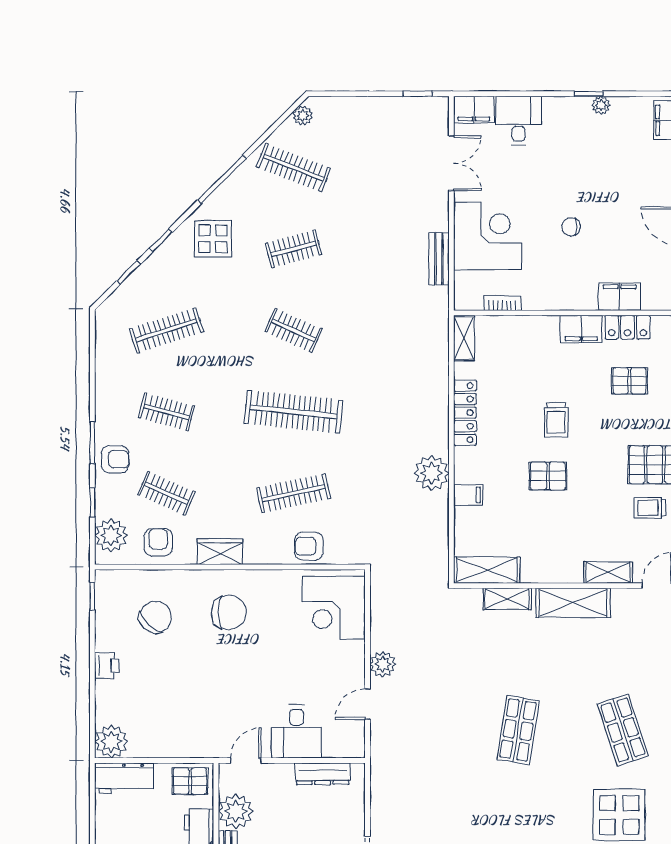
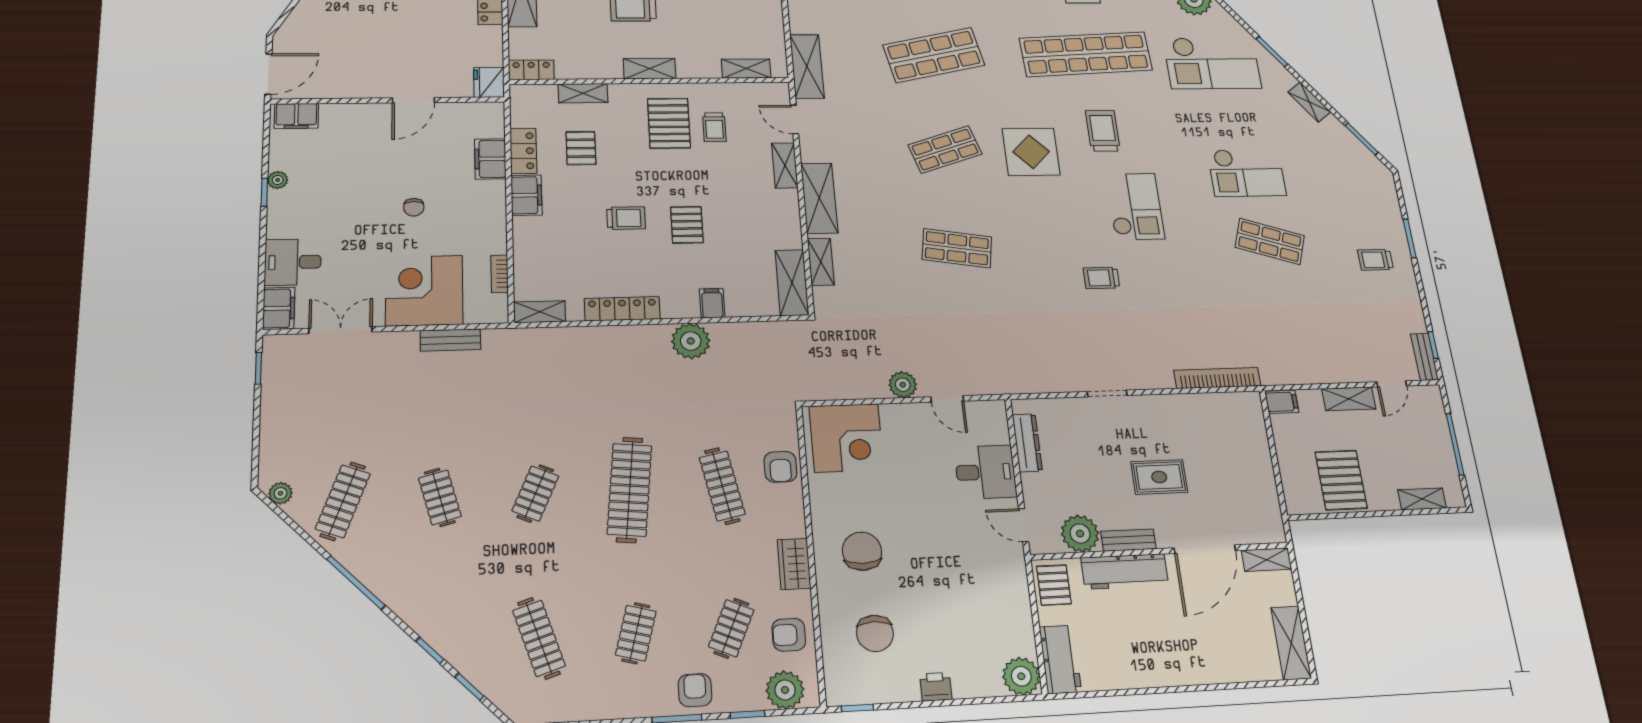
display table: (213, 239) -> (428, 589), removed
chair: (155, 617) -> (875, 633), turned -133

